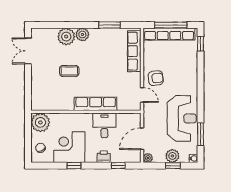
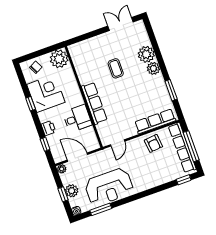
armchair: (156, 78) -> (153, 143), moved

